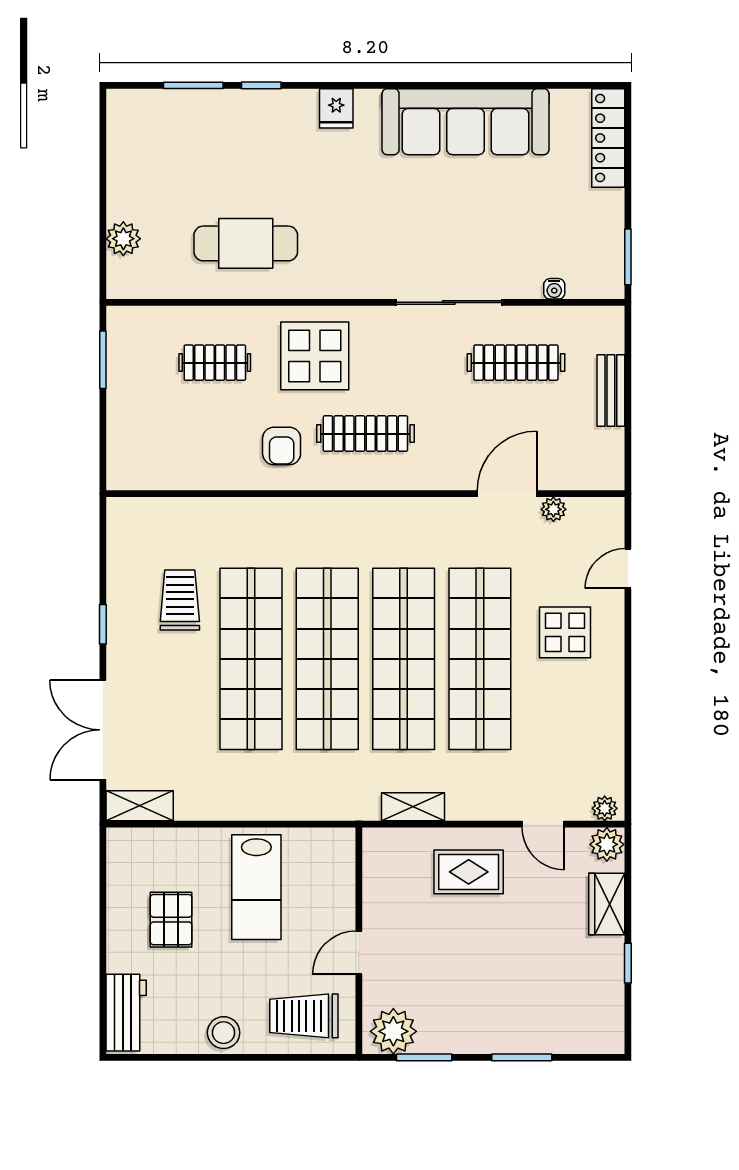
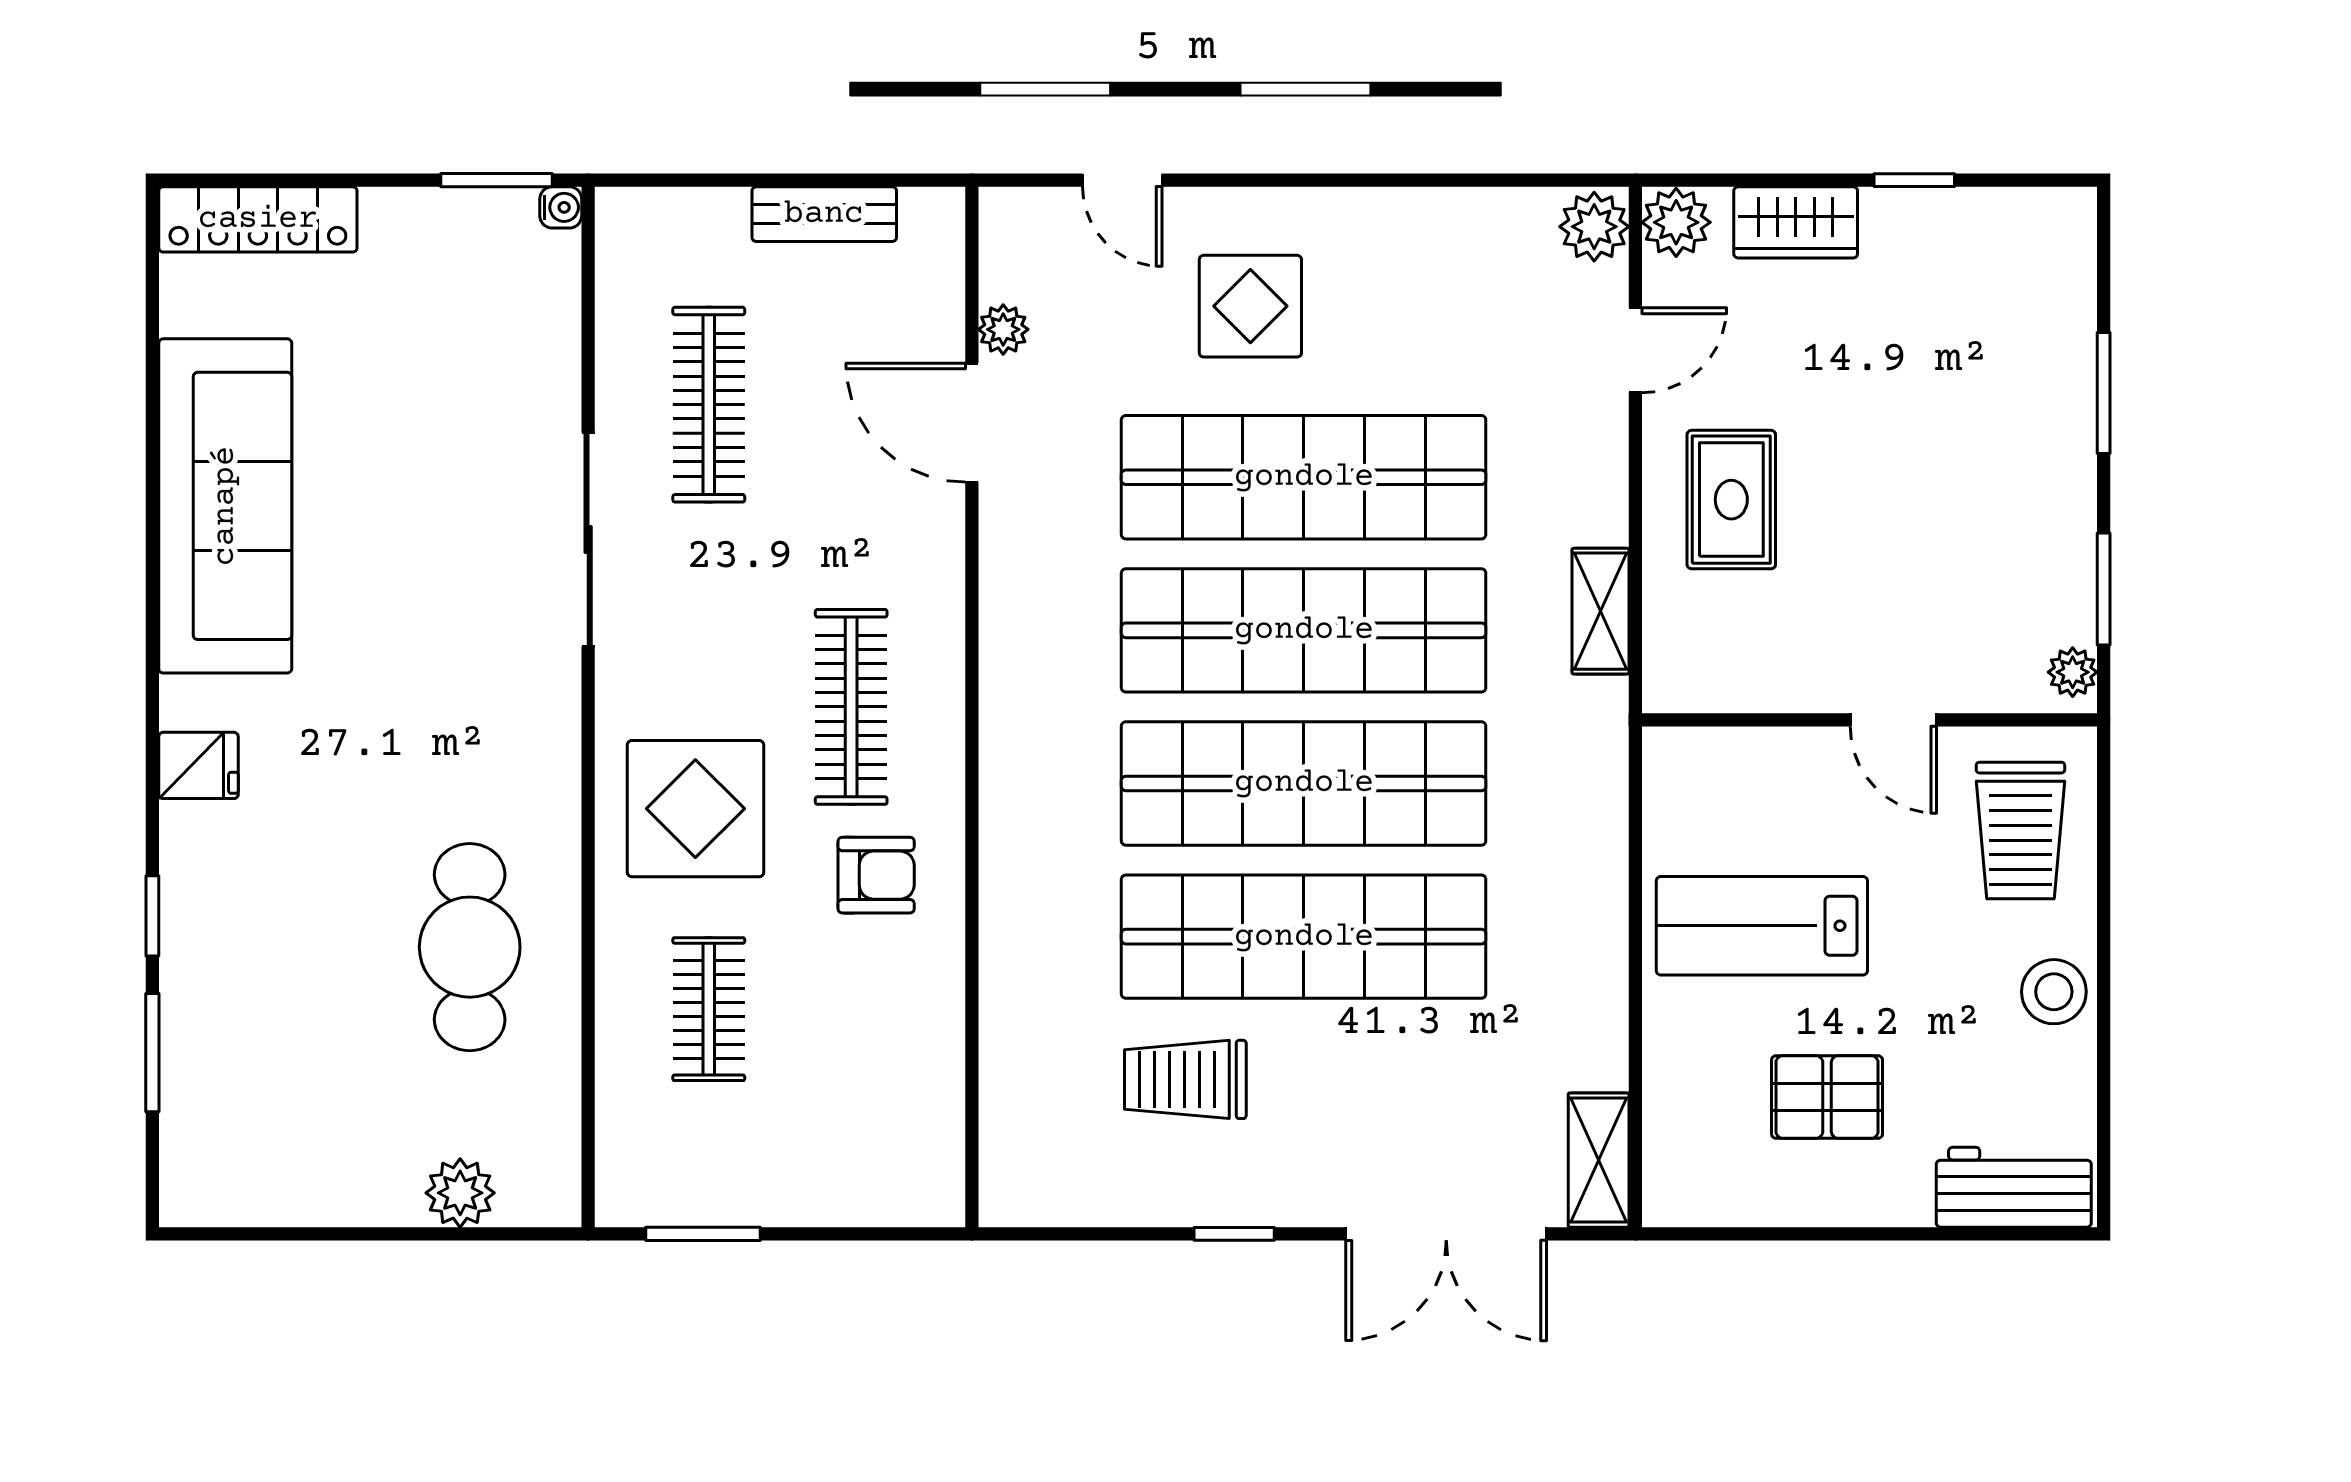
water cooler: (554, 289) -> (561, 207), moved
bench: (611, 391) -> (824, 214), moved
plant: (605, 808) -> (1594, 227), width x1.38, depth x1.38
lab bench: (256, 887) -> (1762, 926), turned 180
plant: (393, 1031) -> (2073, 672), width x0.53, depth x0.53

